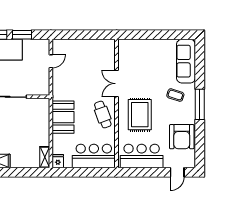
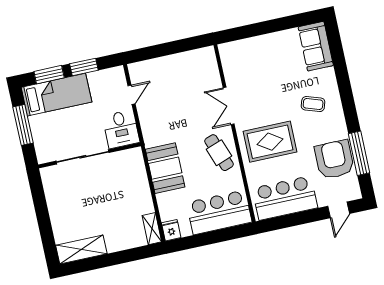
sofa: (186, 61) -> (316, 46), width x0.73
desk: (38, 83) -> (121, 129), added
window: (200, 104) -> (359, 153), moved
rug: (140, 115) -> (270, 142), turned 90
armchair: (182, 137) -> (334, 159), turned 180

